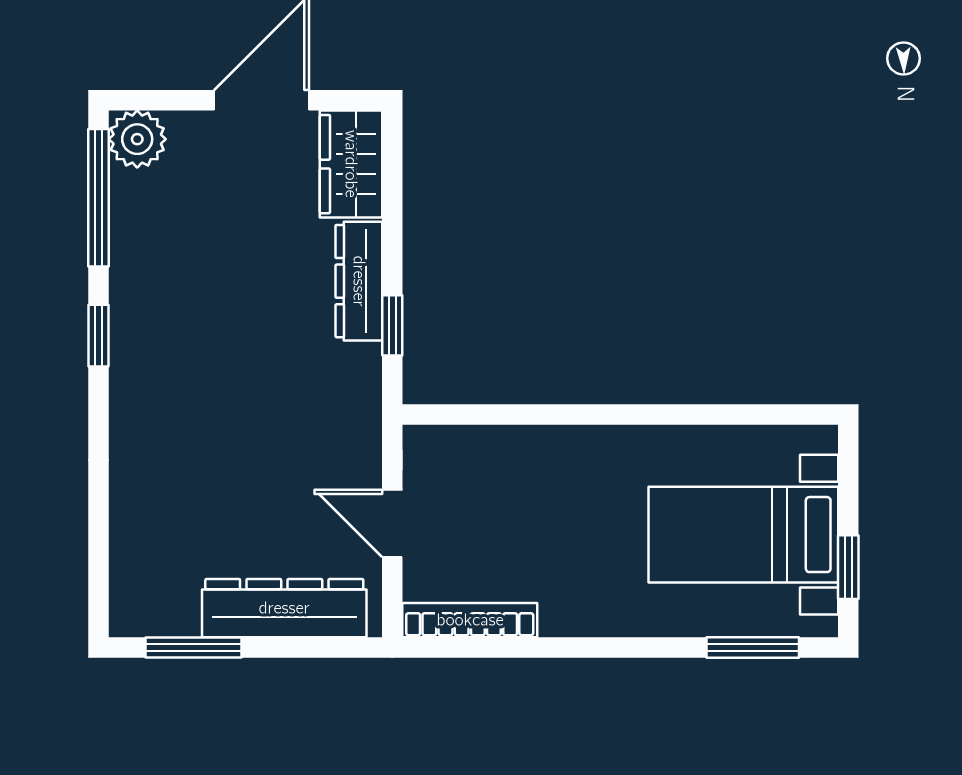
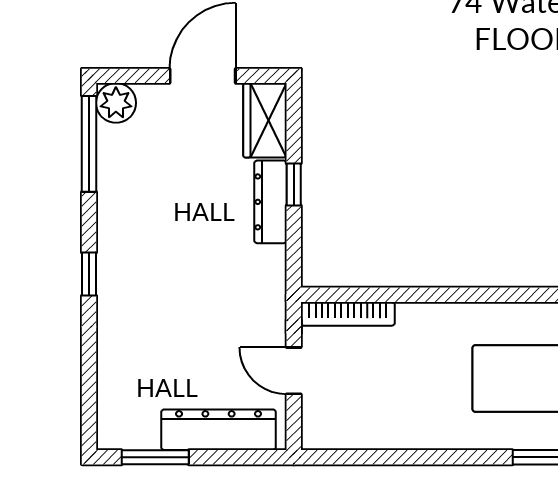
window: (392, 325) -> (294, 184), moved
window: (98, 336) -> (89, 274), moved
bookcase: (470, 620) -> (348, 314), moved, turned 180

